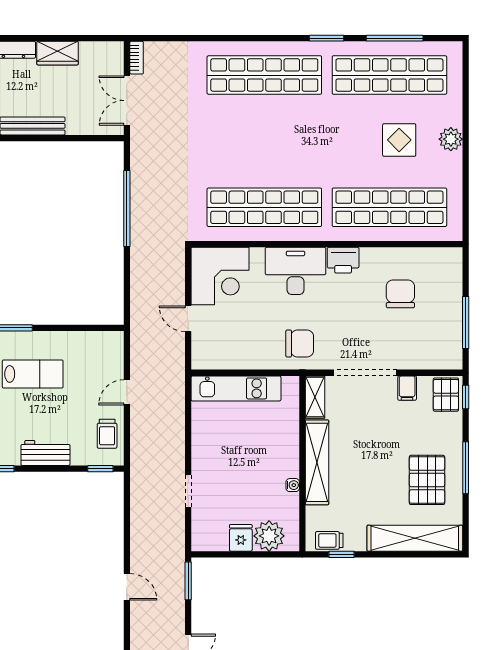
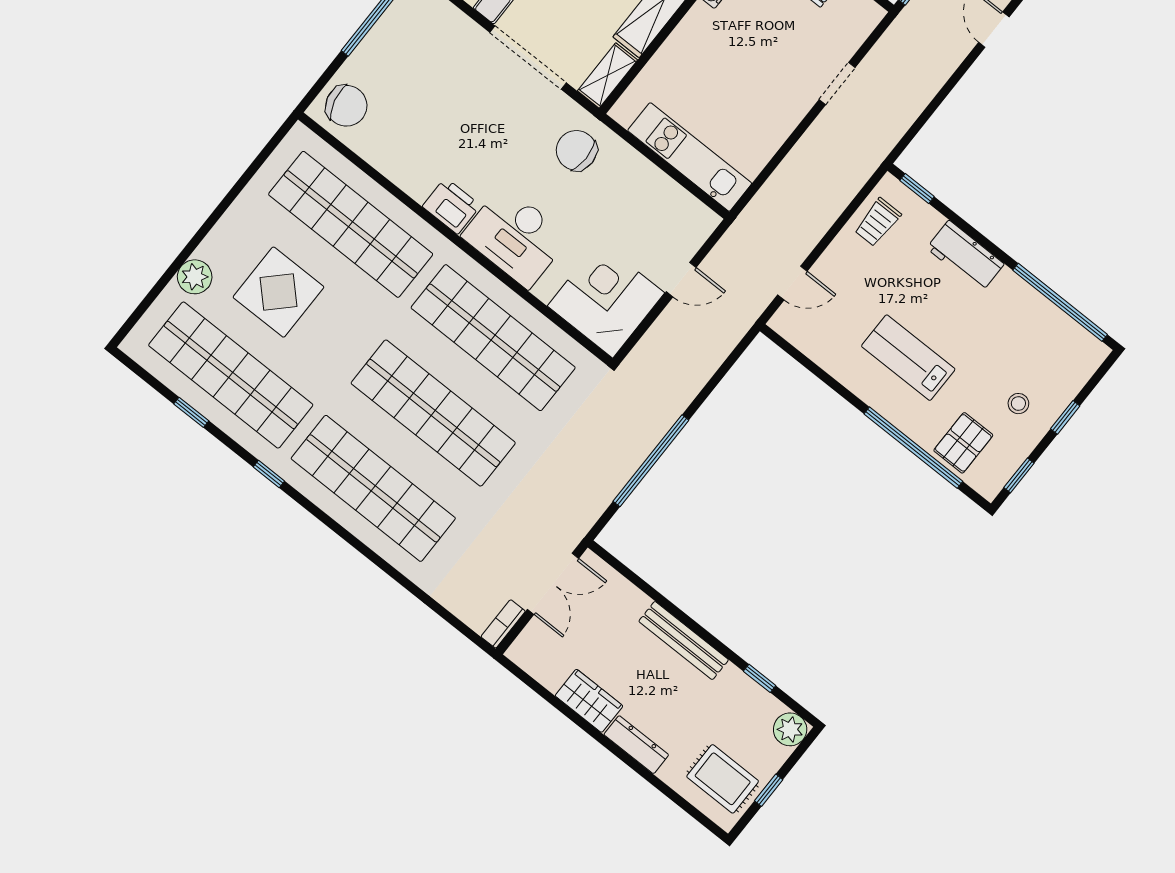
window: (327, 38) -> (269, 474), width x0.67
window: (395, 38) -> (191, 412), width x0.46
plant: (451, 139) -> (195, 277), moved
display table: (399, 140) -> (278, 292), width x1.36, depth x1.36
shop shelf: (264, 141) -> (433, 413), added
chair: (400, 294) -> (346, 106), moved, turned -104
door: (188, 319) -> (681, 280), hinge flipped
door: (127, 392) -> (792, 283), moved
trolley: (107, 434) -> (878, 222), turned 180

